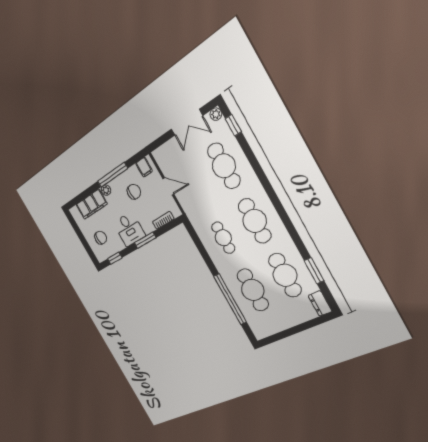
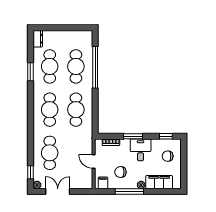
cafe table: (223, 238) -> (76, 110), width x1.37, depth x1.35
window: (314, 271) -> (30, 72), moved

